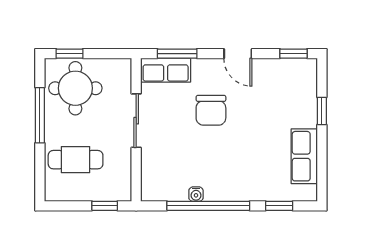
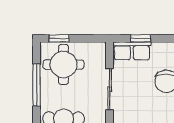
window: (177, 54) -> (141, 38), width x0.67

